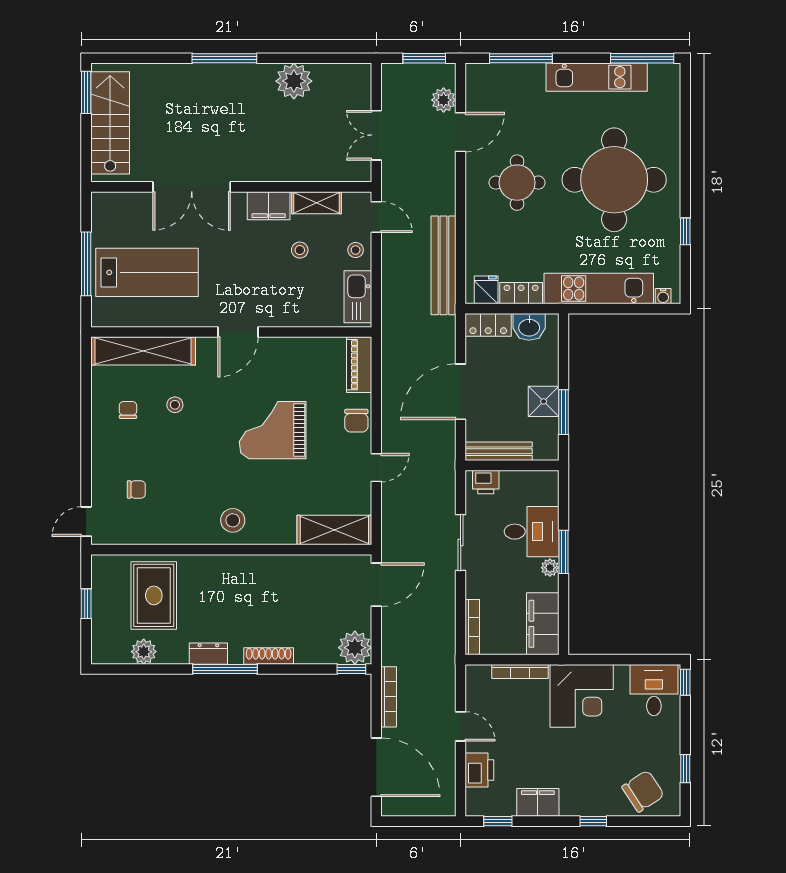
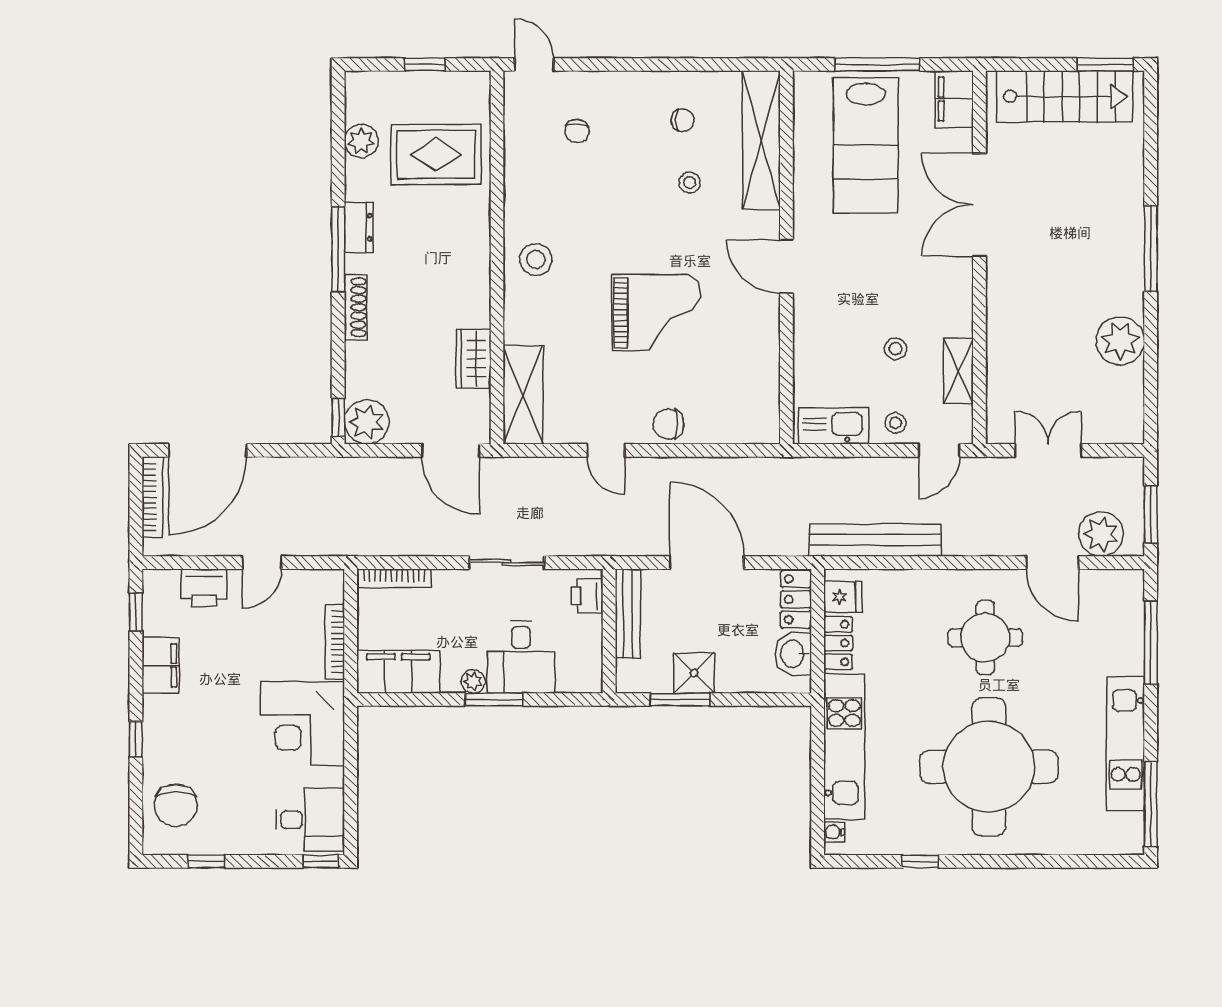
plant: (444, 100) -> (1101, 534), width x1.36, depth x1.36
filing cabinet: (269, 206) -> (954, 99), moved
piano: (359, 365) -> (743, 428), removed
grand piano: (273, 430) -> (656, 313), turned 90
wardrobe: (307, 567) -> (474, 359), added
bookcase: (389, 697) -> (152, 497), moved, turned -90
chair: (643, 791) -> (176, 805), turned 33

